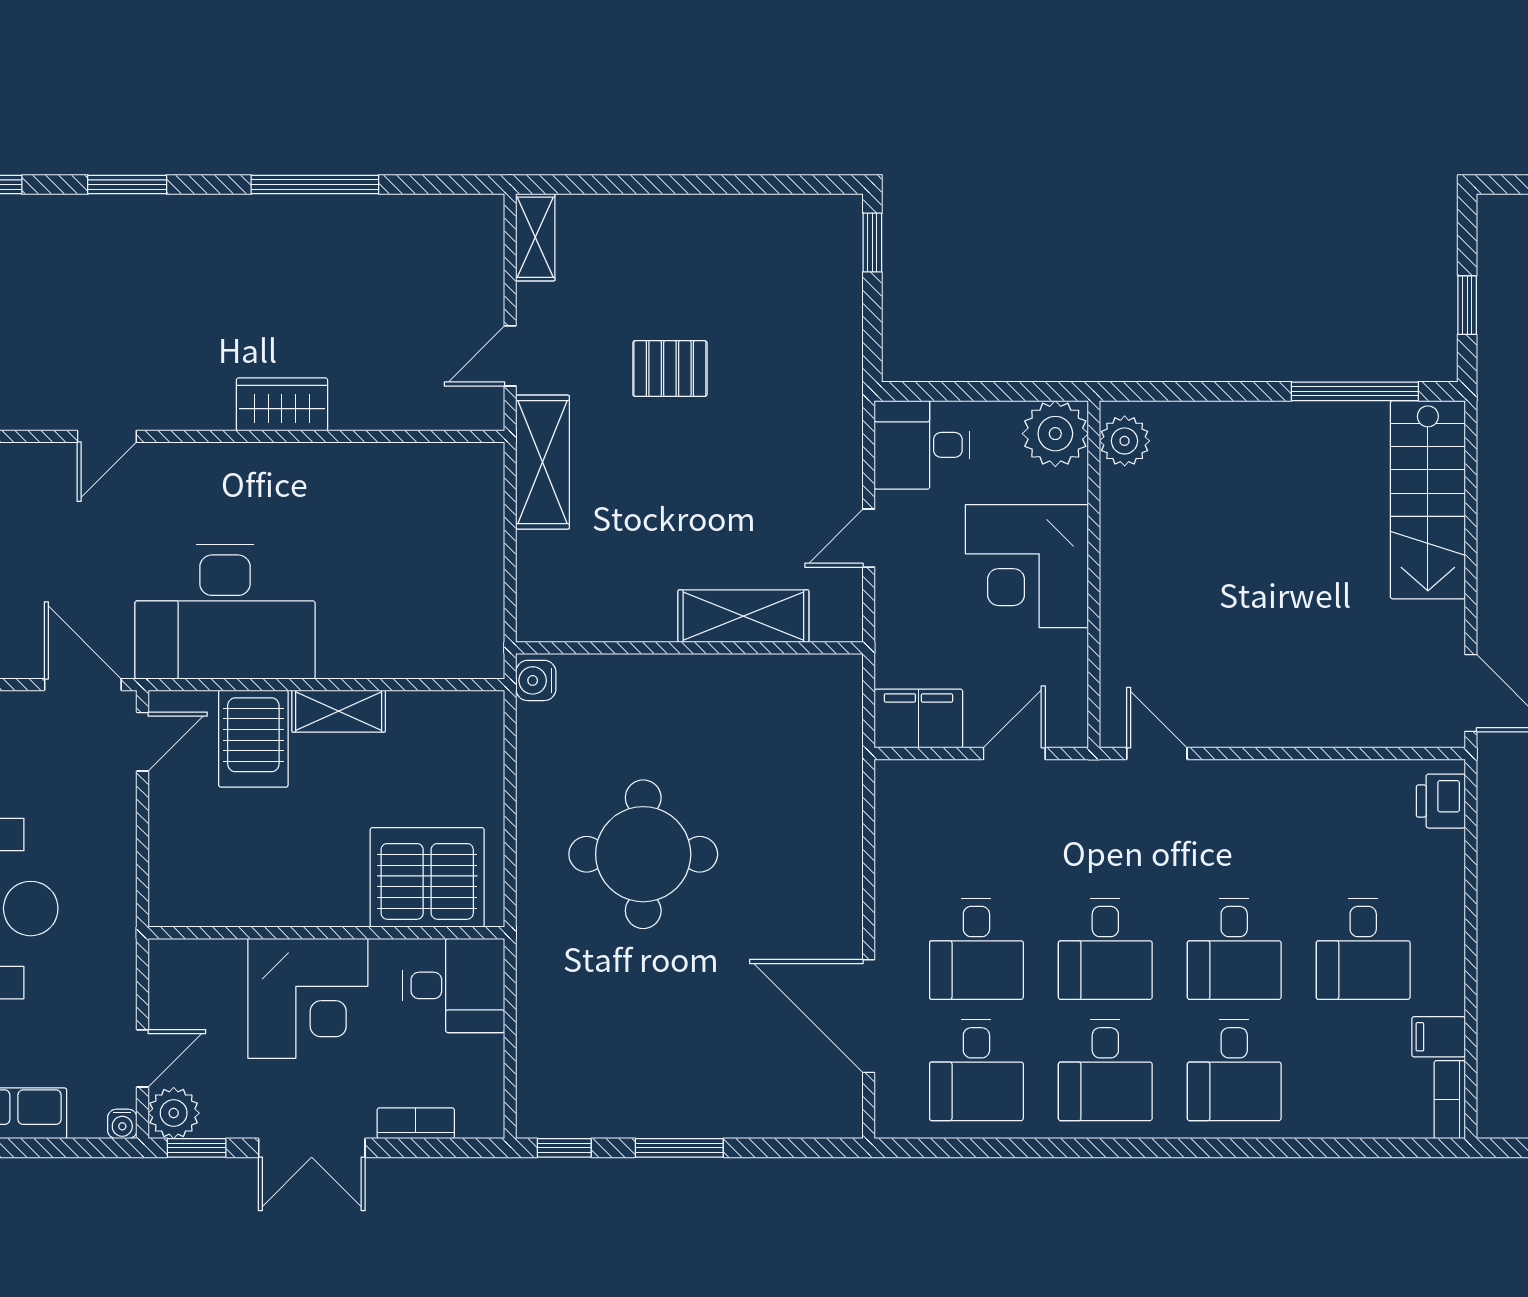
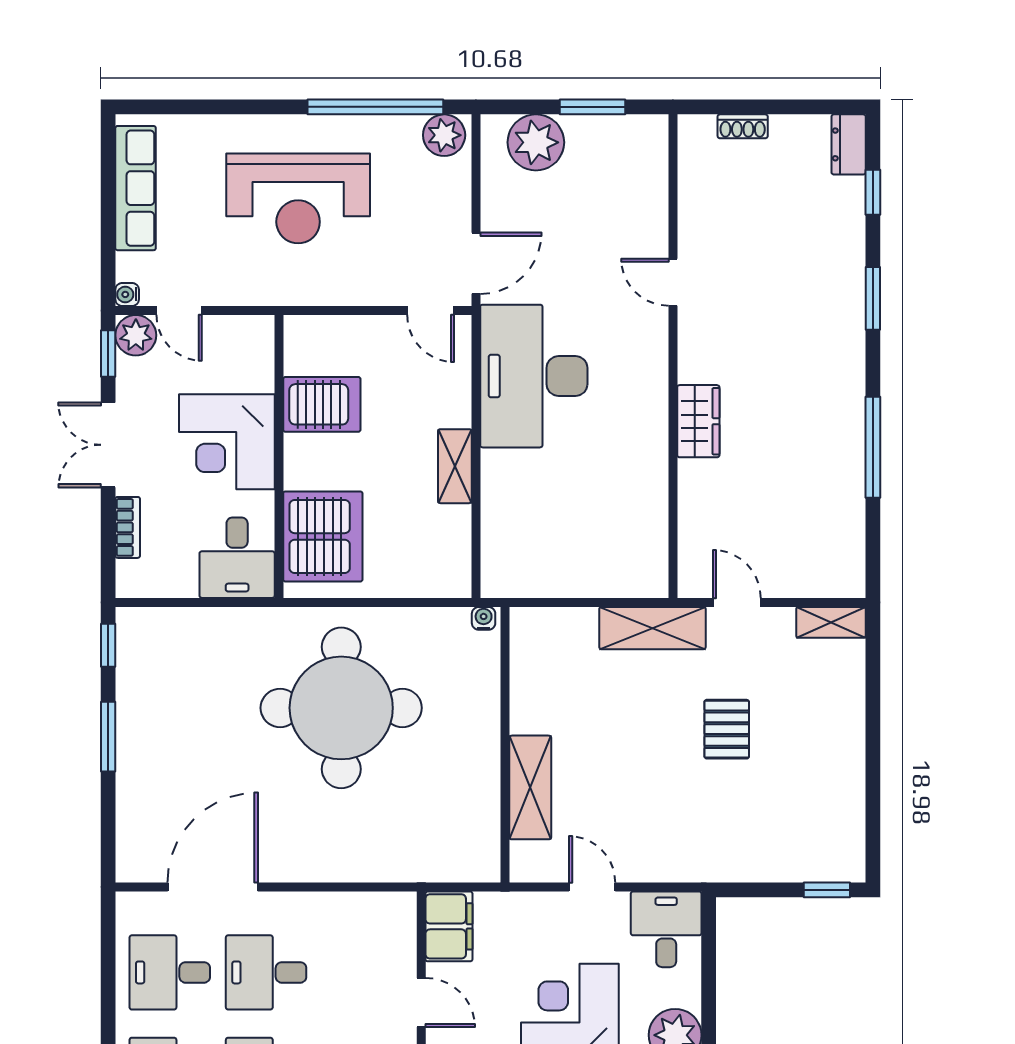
water cooler: (536, 680) -> (484, 618), width x0.72, depth x0.72
server rack: (253, 739) -> (322, 404), moved, turned 180
round table: (643, 854) -> (341, 708), width x1.36, depth x1.36

